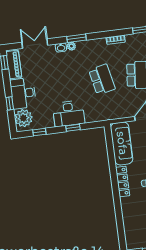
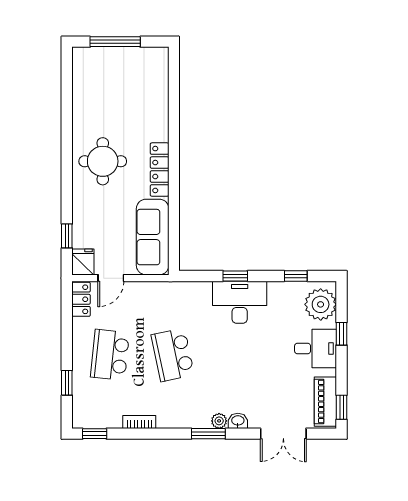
desk: (23, 93) -> (316, 349), width x0.73

